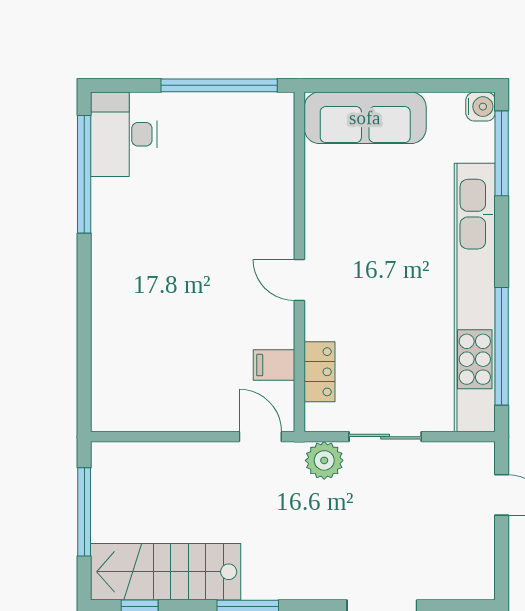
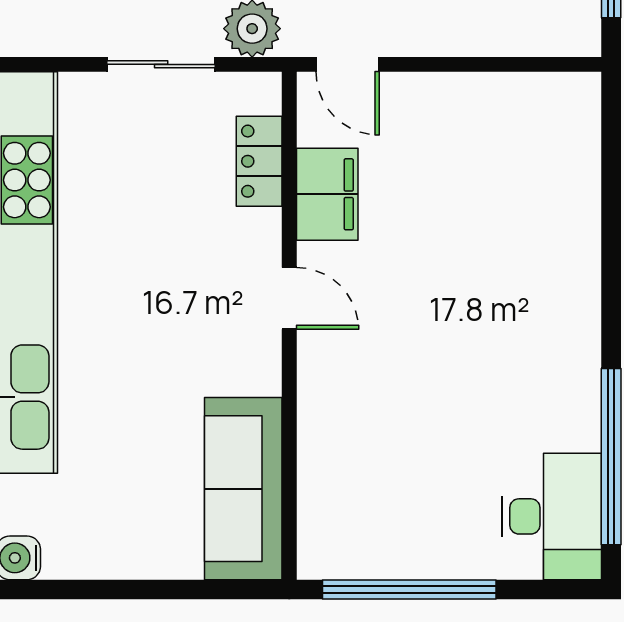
sofa: (365, 118) -> (243, 489), moved, turned -90
filing cabinet: (274, 365) -> (327, 194), width x2.00

